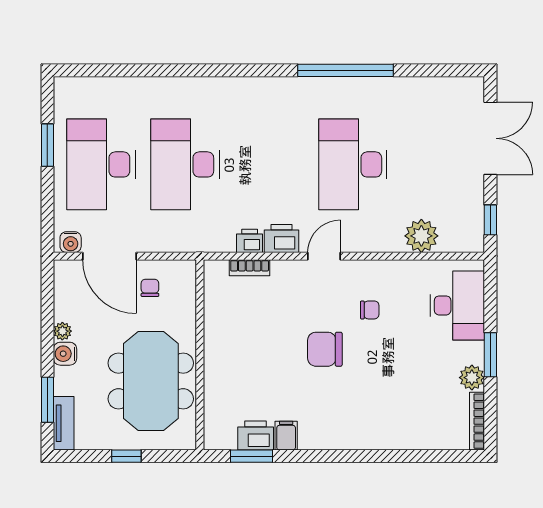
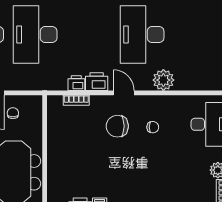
plant: (421, 236) -> (163, 80), moved
door: (324, 256) -> (124, 93), hinge flipped
chair: (325, 349) -> (117, 126), moved

